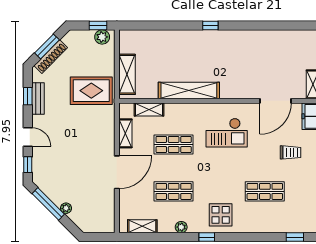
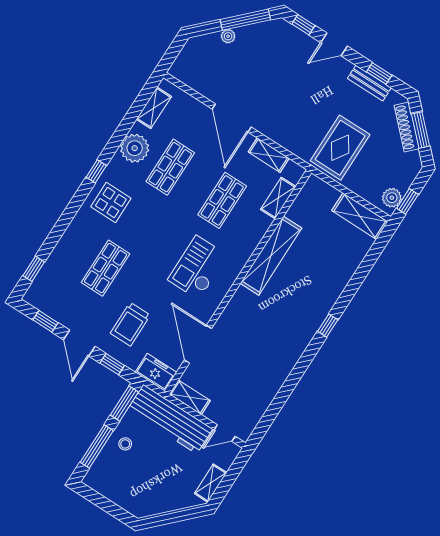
shelving: (127, 74) -> (360, 216), moved
trolley: (291, 152) -> (130, 324), width x1.36, depth x1.39
plant: (181, 227) -> (135, 148), width x1.88, depth x1.88

